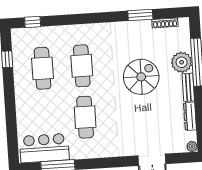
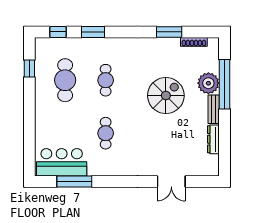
window: (67, 20) -> (93, 32), added
cafe table: (82, 66) -> (106, 80), width x0.73, depth x0.74
cafe table: (85, 117) -> (106, 133), width x0.73, depth x0.74
plant: (192, 147) -> (214, 171), removed

